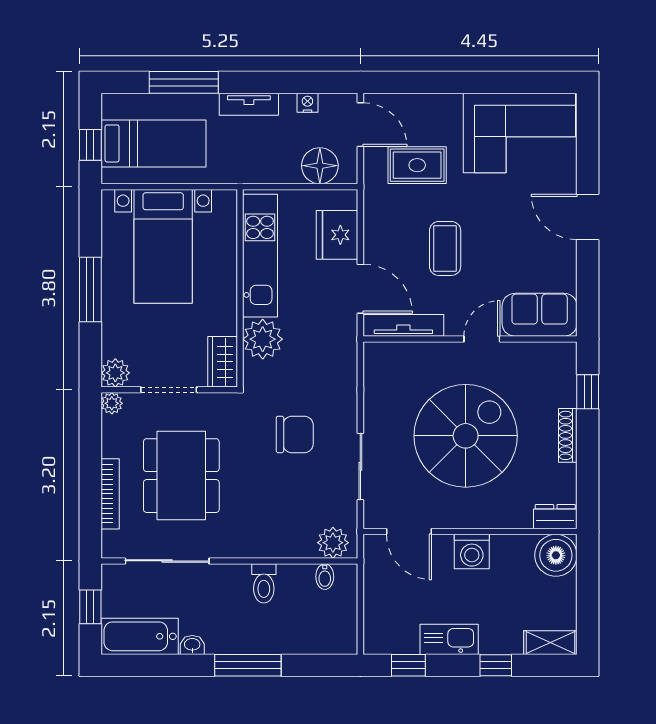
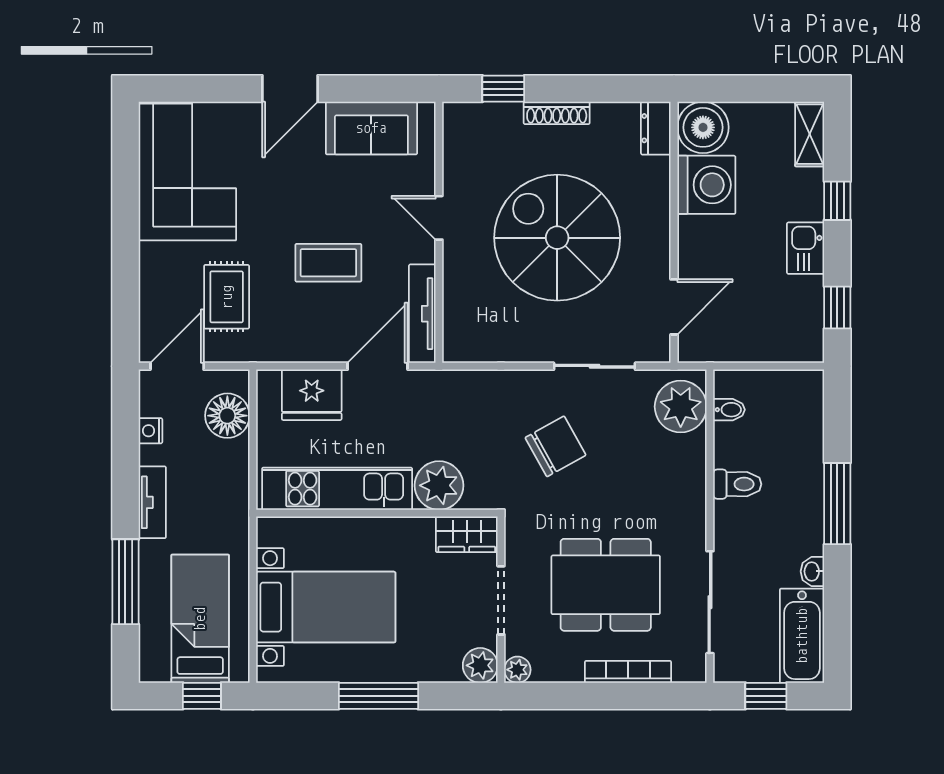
sofa: (540, 315) -> (371, 128), moved, turned -90
chair: (295, 434) -> (556, 446), turned 61
plant: (333, 543) -> (681, 407), width x1.36, depth x1.36
washing machine: (472, 552) -> (706, 185), moved, width x1.37, depth x1.37
kitchen sink: (449, 639) -> (806, 248), width x0.73

